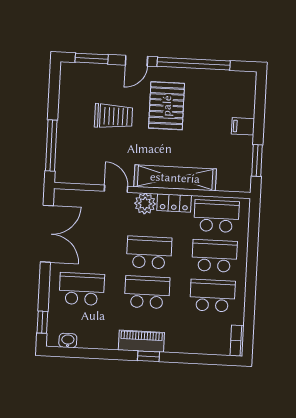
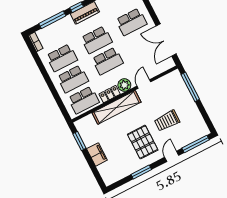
window: (92, 58) -> (196, 144), width x1.44
window: (194, 64) -> (141, 172), width x0.47
filing cabinet: (243, 126) -> (97, 154), width x2.00
door: (116, 189) -> (144, 84), swing flipped
window: (194, 359) -> (52, 20), added

